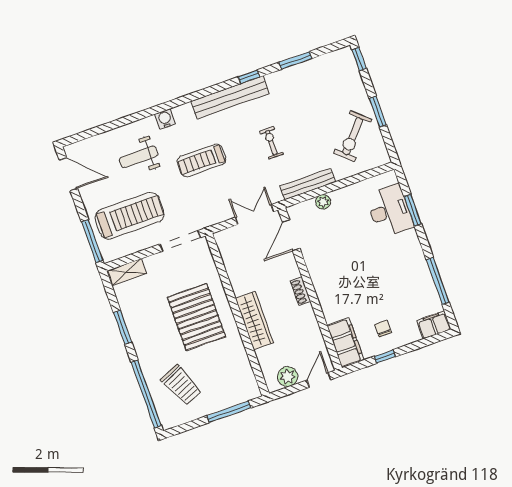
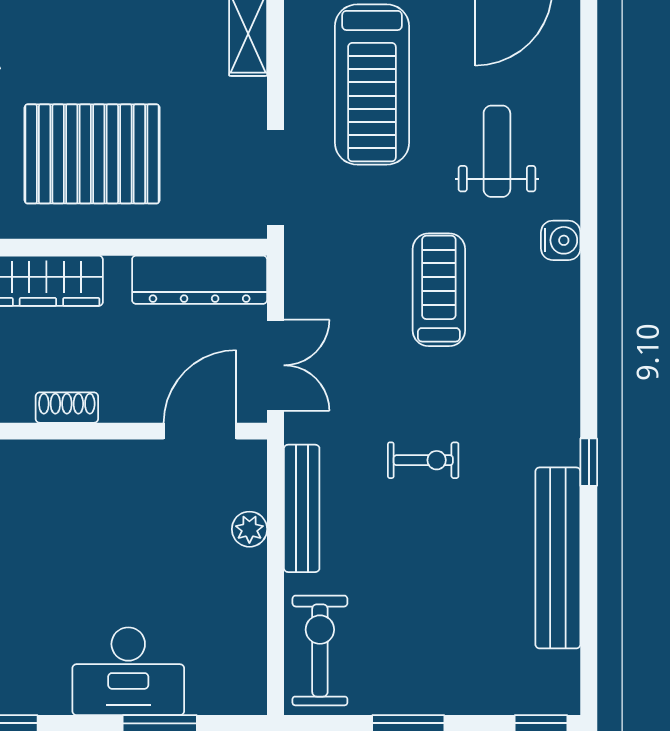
window: (296, 60) -> (589, 580), removed
bench: (230, 97) -> (558, 558), moved
exercise bike: (353, 136) -> (320, 650), moved, turned 48
desk: (390, 211) -> (128, 671), moved
door: (291, 235) -> (200, 431), hinge flipped
dresser: (231, 257) -> (200, 280), added

